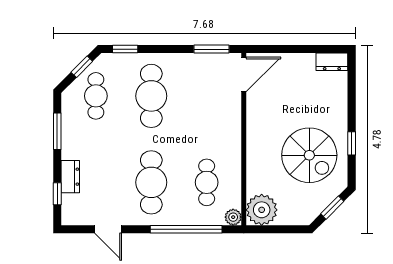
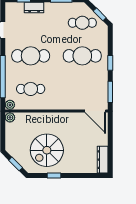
window: (125, 49) -> (110, 63), moved
dresser: (332, 62) -> (103, 160), width x1.44
plant: (262, 210) -> (10, 117), width x0.53, depth x0.53

